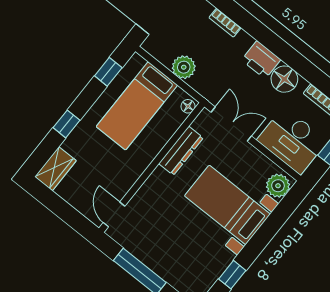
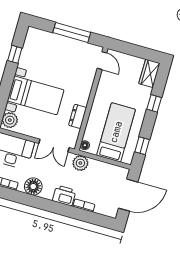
printer: (261, 60) -> (64, 196), moved
plant: (184, 67) -> (80, 163), moved
dresser: (181, 151) -> (78, 116), width x0.70

